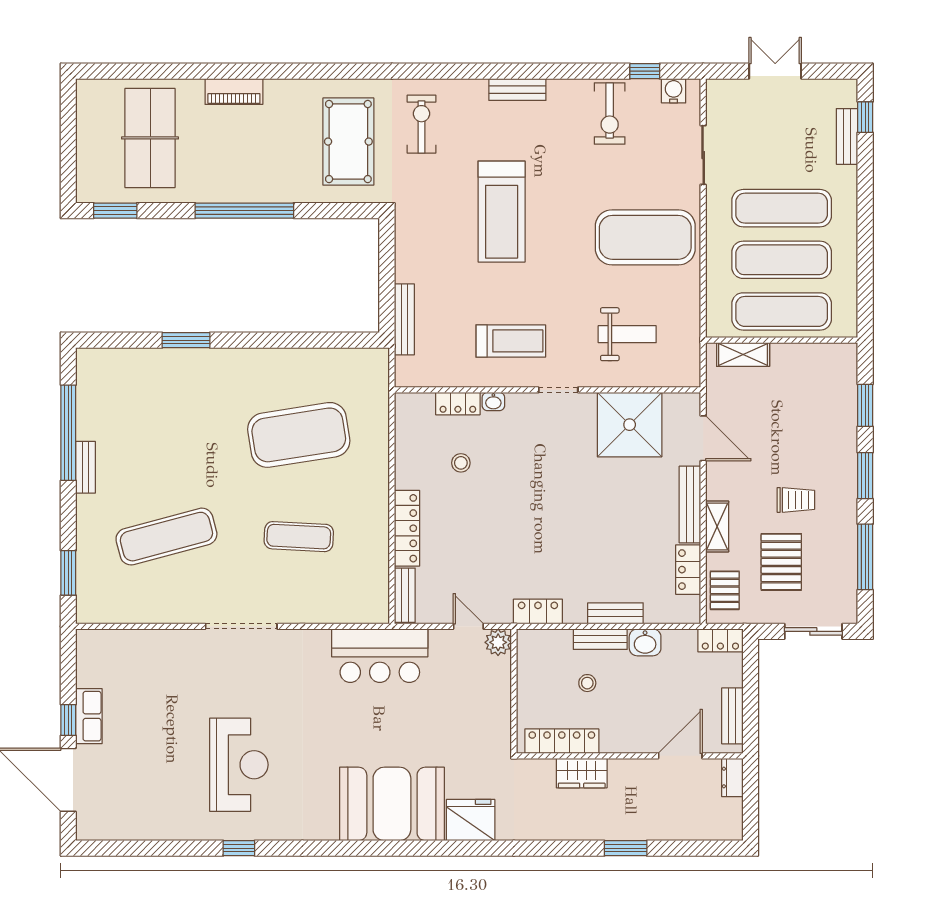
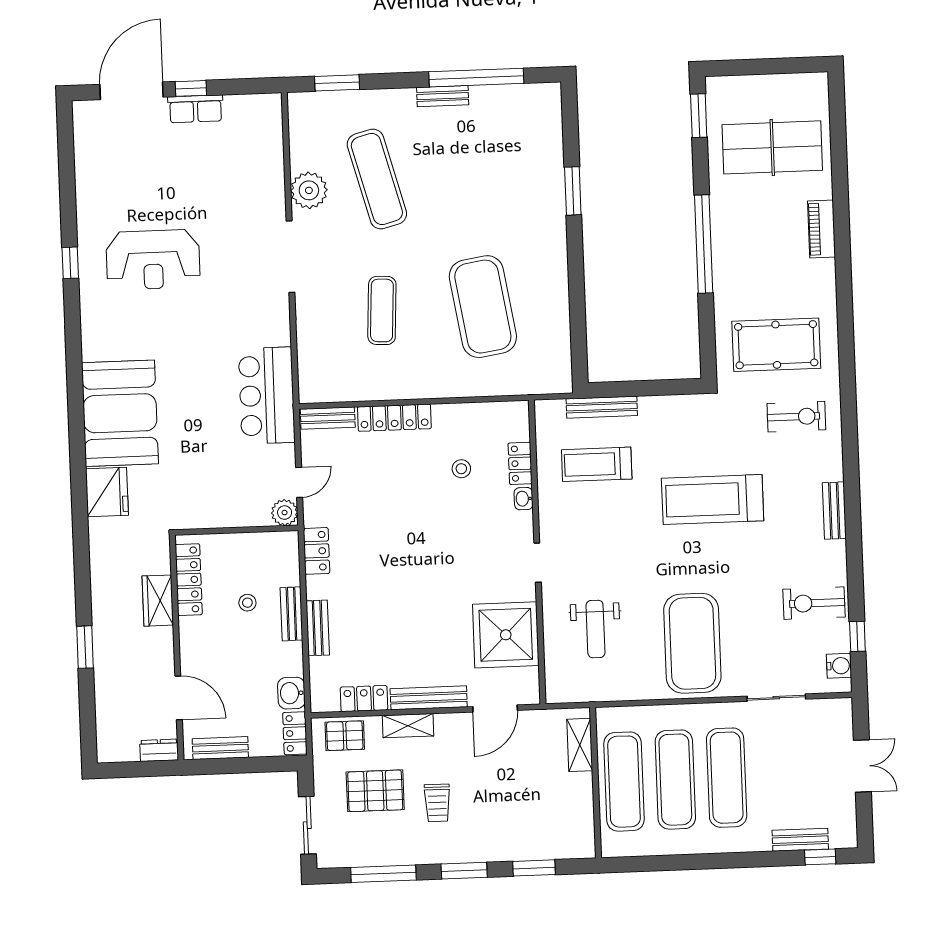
treadmill: (511, 341) -> (597, 464), moved, turned 90
plant: (175, 605) -> (309, 190), added
washbasin: (645, 642) -> (291, 693), moved

